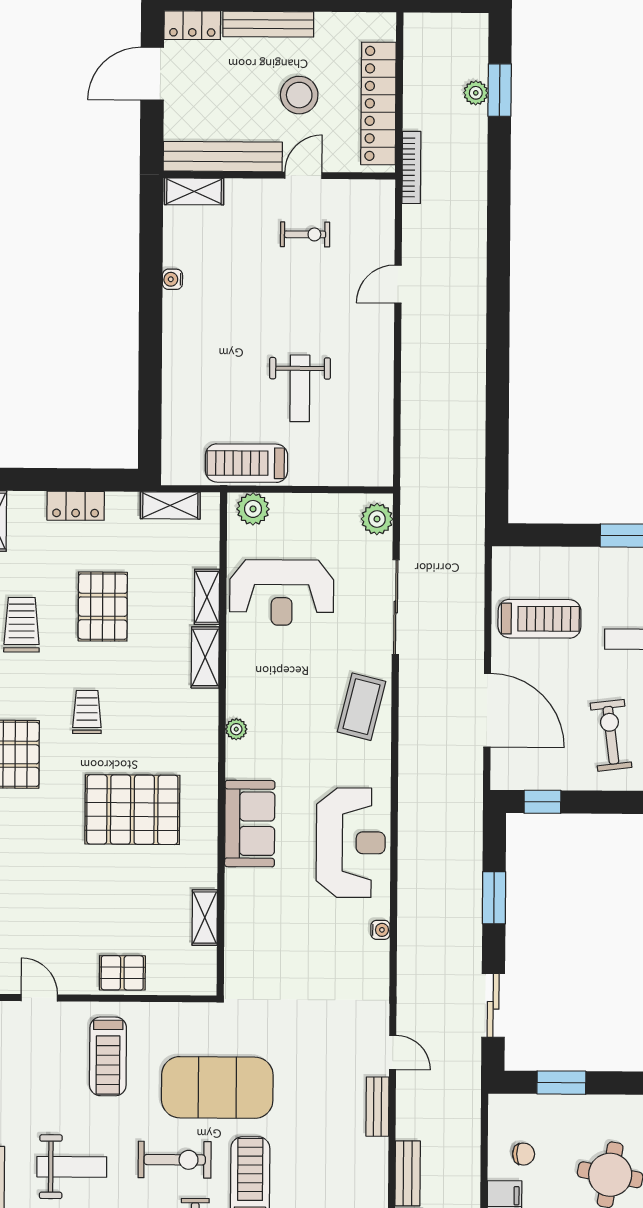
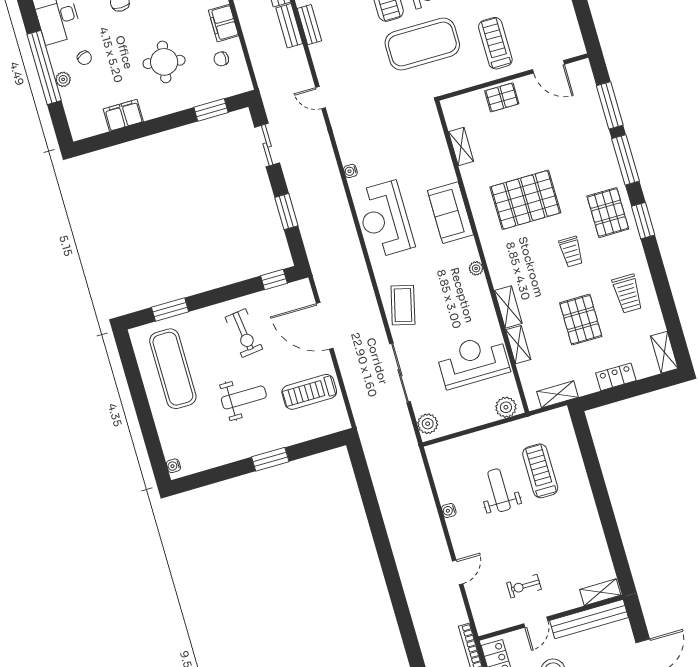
water cooler: (172, 279) -> (449, 510), moved, turned 180
treadmill: (247, 463) -> (540, 471), moved, turned -90
door: (39, 998) -> (548, 67), width x1.37
bench: (377, 1107) -> (309, 25), moved

